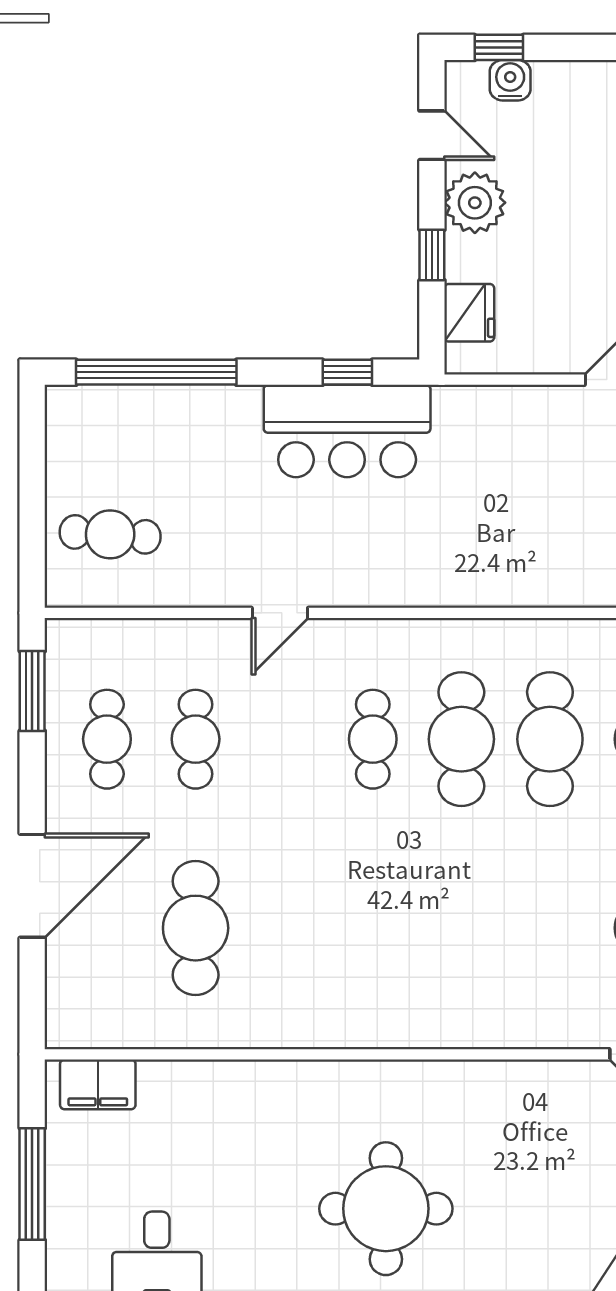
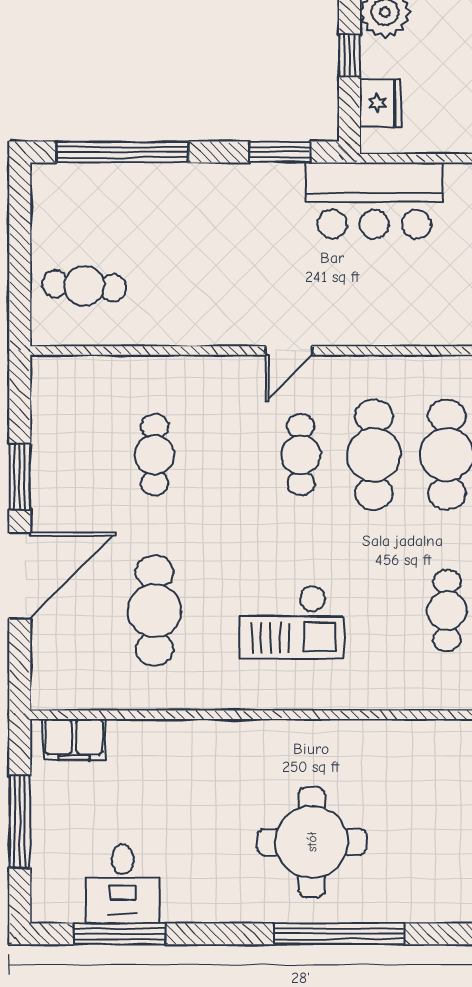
window: (347, 372) -> (280, 152), width x1.50
bar counter: (347, 431) -> (374, 201), moved
door: (280, 613) -> (289, 351), moved
window: (32, 691) -> (20, 477), moved
cafe table: (107, 739) -> (447, 611), moved
checkout: (361, 942) -> (291, 622), added

